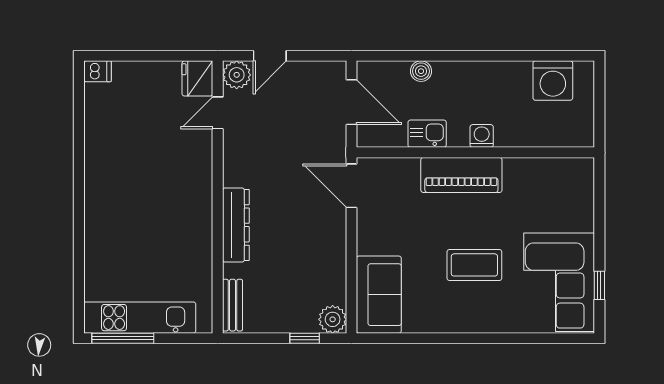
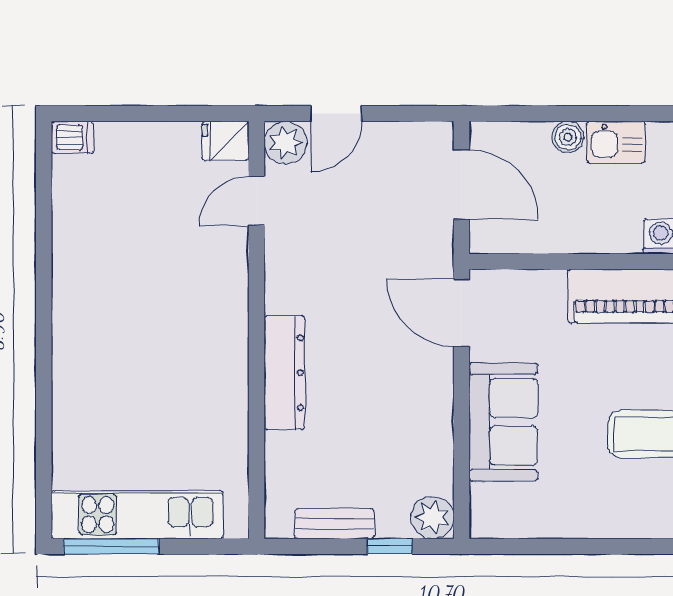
fridge: (197, 78) -> (225, 141), width x0.72
kitchen sink: (427, 134) -> (616, 142), moved, turned 180
sofa: (379, 295) -> (503, 422), moved
bench: (232, 305) -> (335, 524), moved, turned 90

